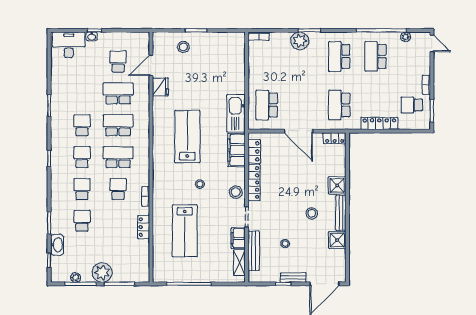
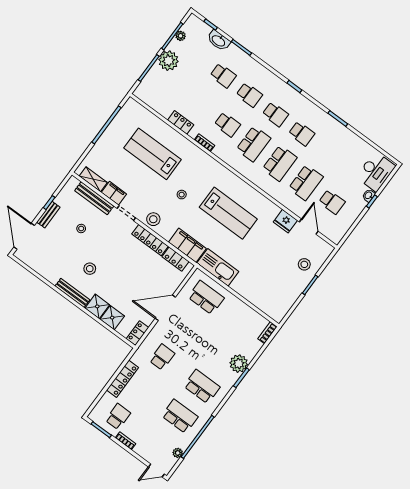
school desk: (339, 105) -> (162, 357), width x0.54
shower: (337, 240) -> (112, 318), moved

